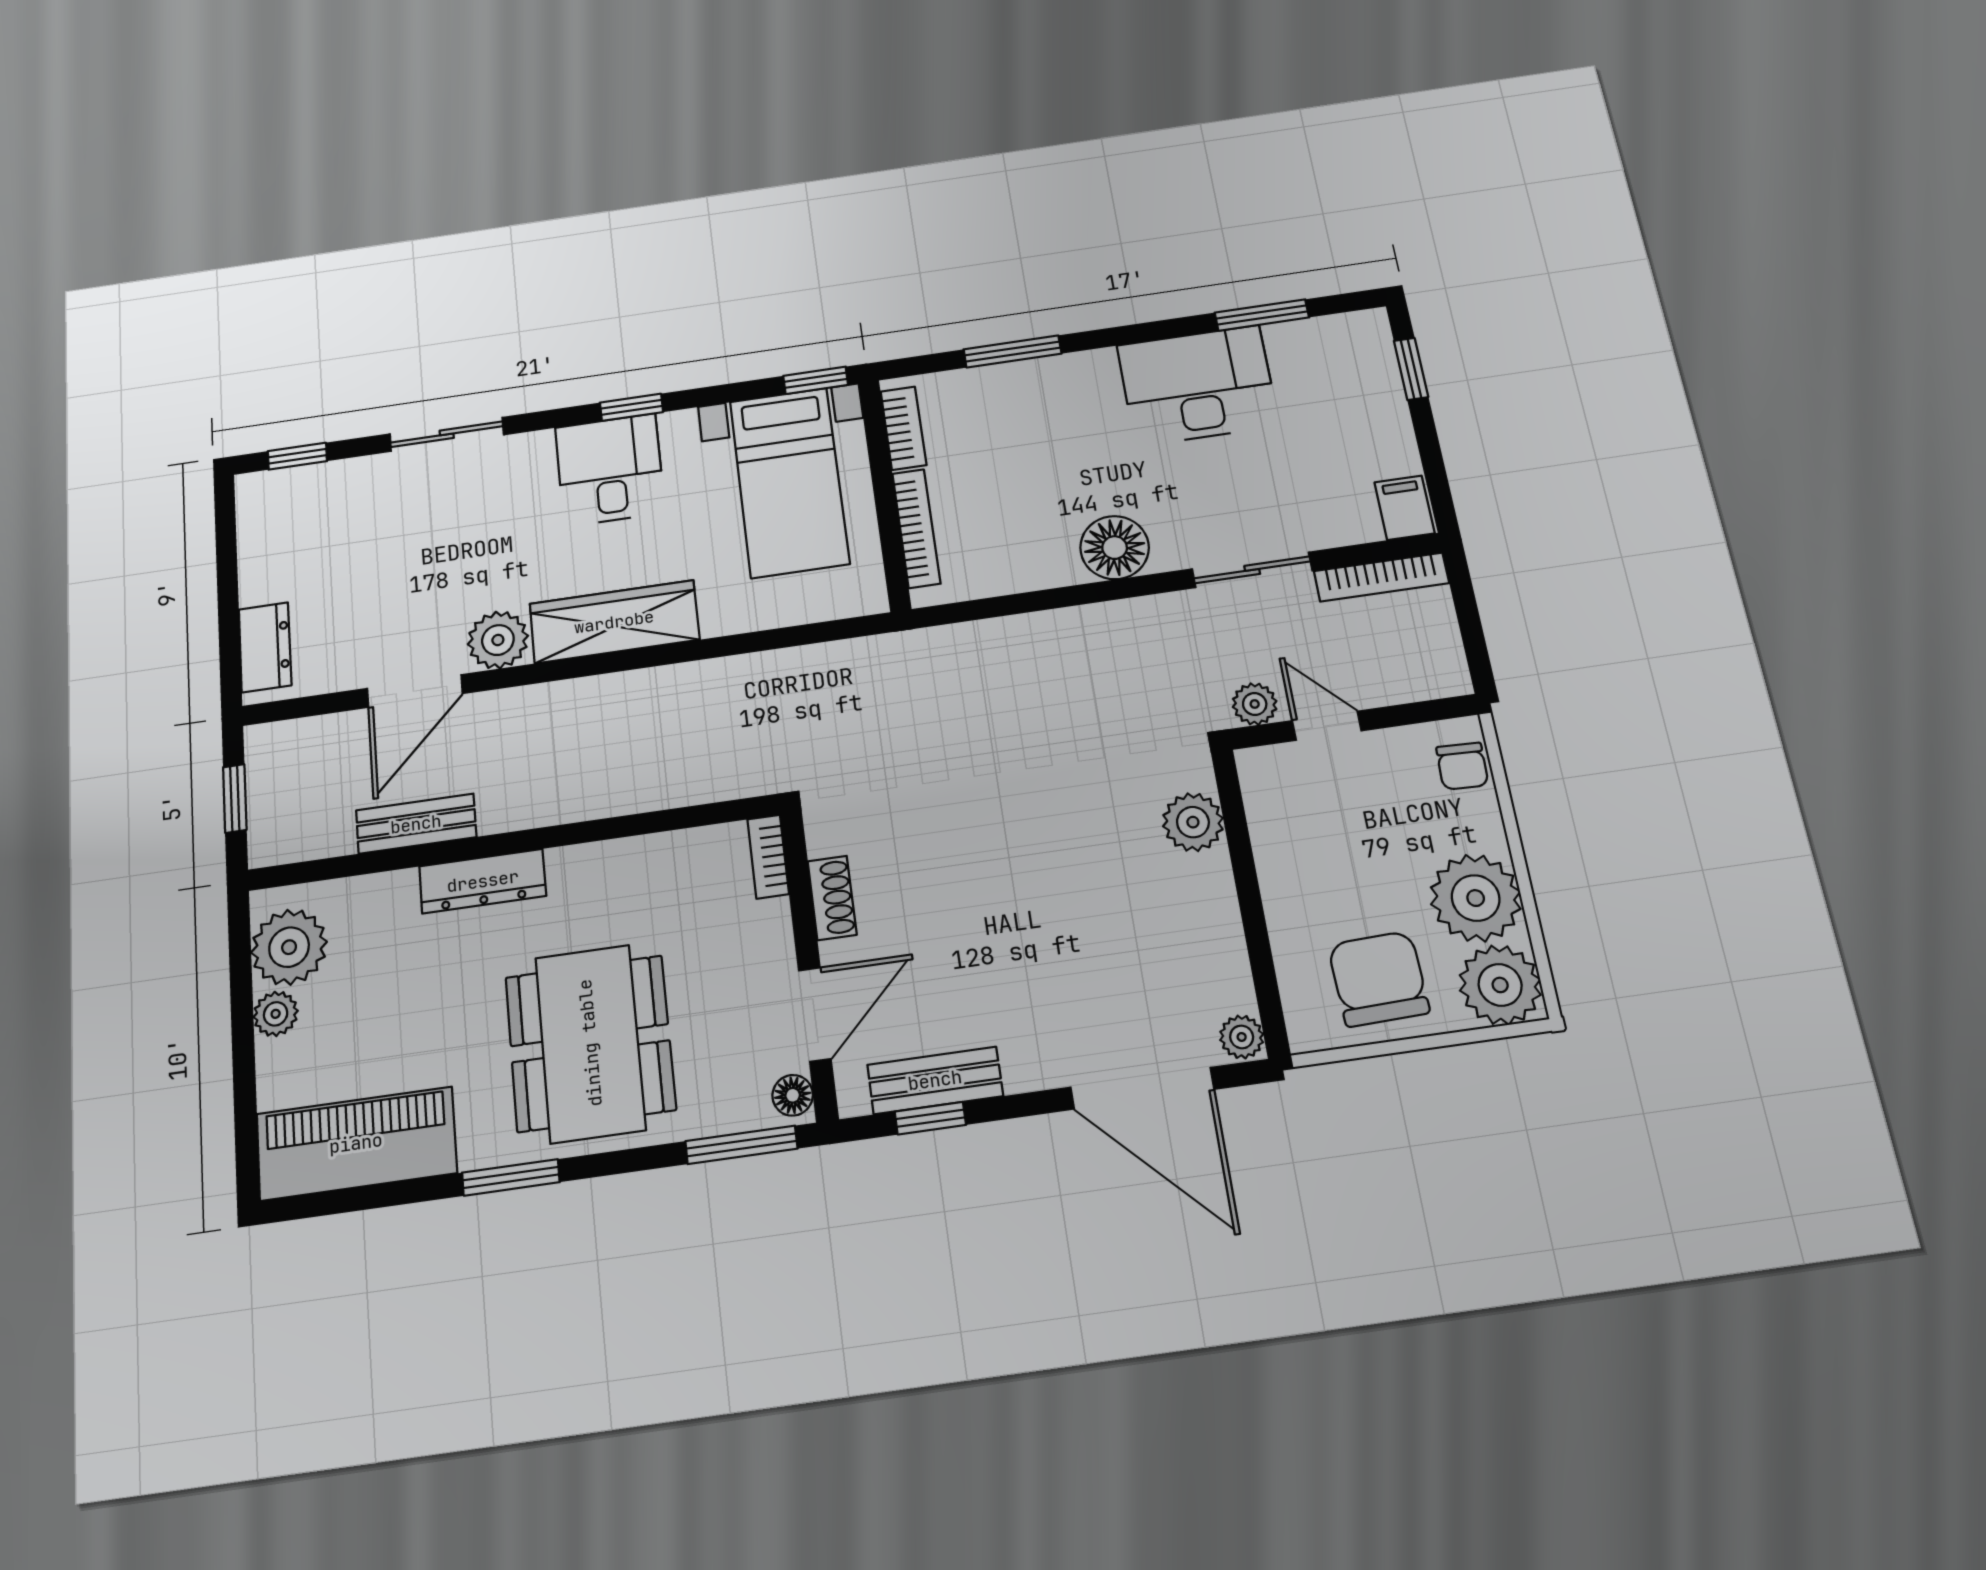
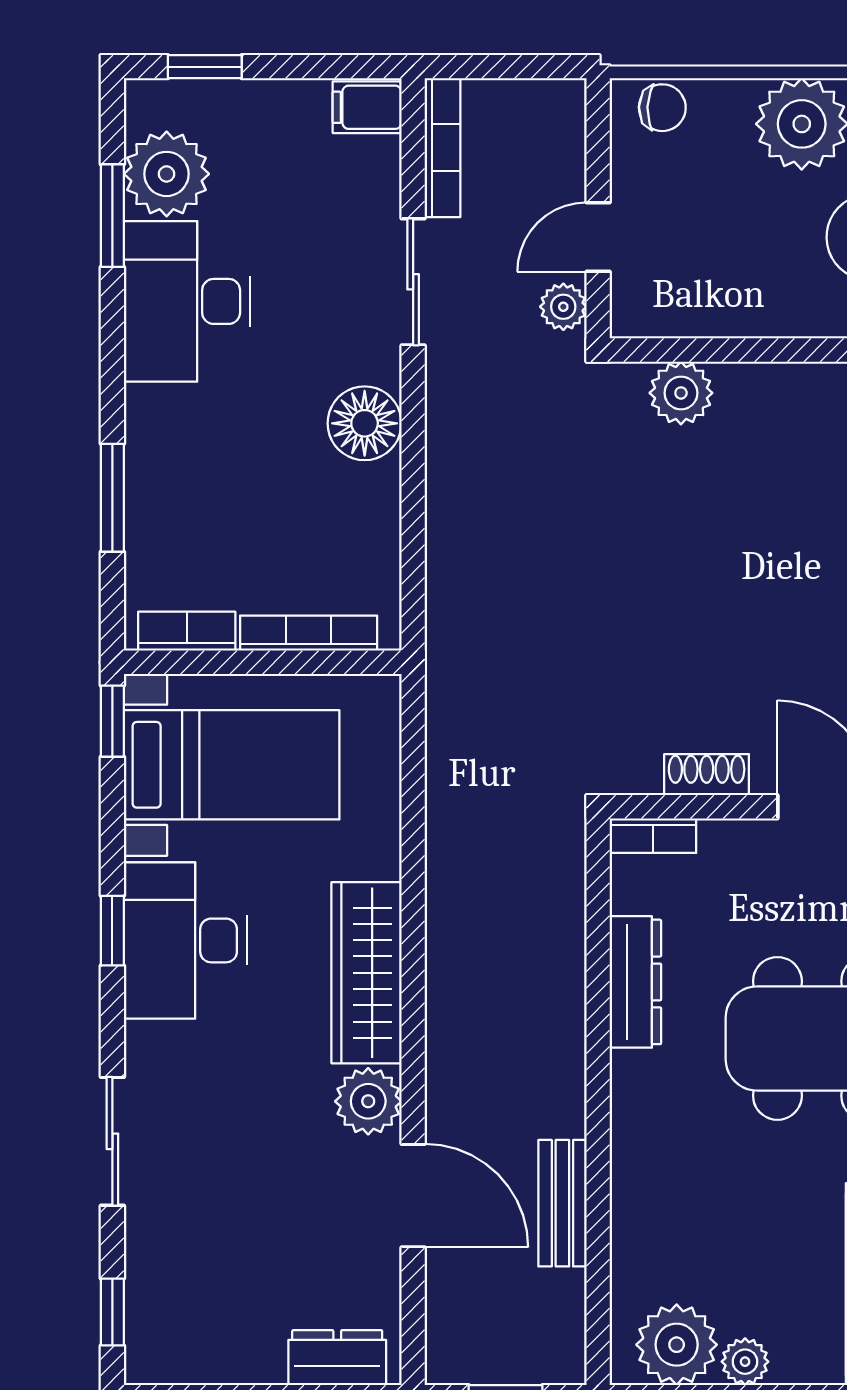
plant: (1308, 352) -> (167, 174), added
desk: (610, 470) -> (185, 940), width x1.37
dresser: (483, 881) -> (635, 982), moved

